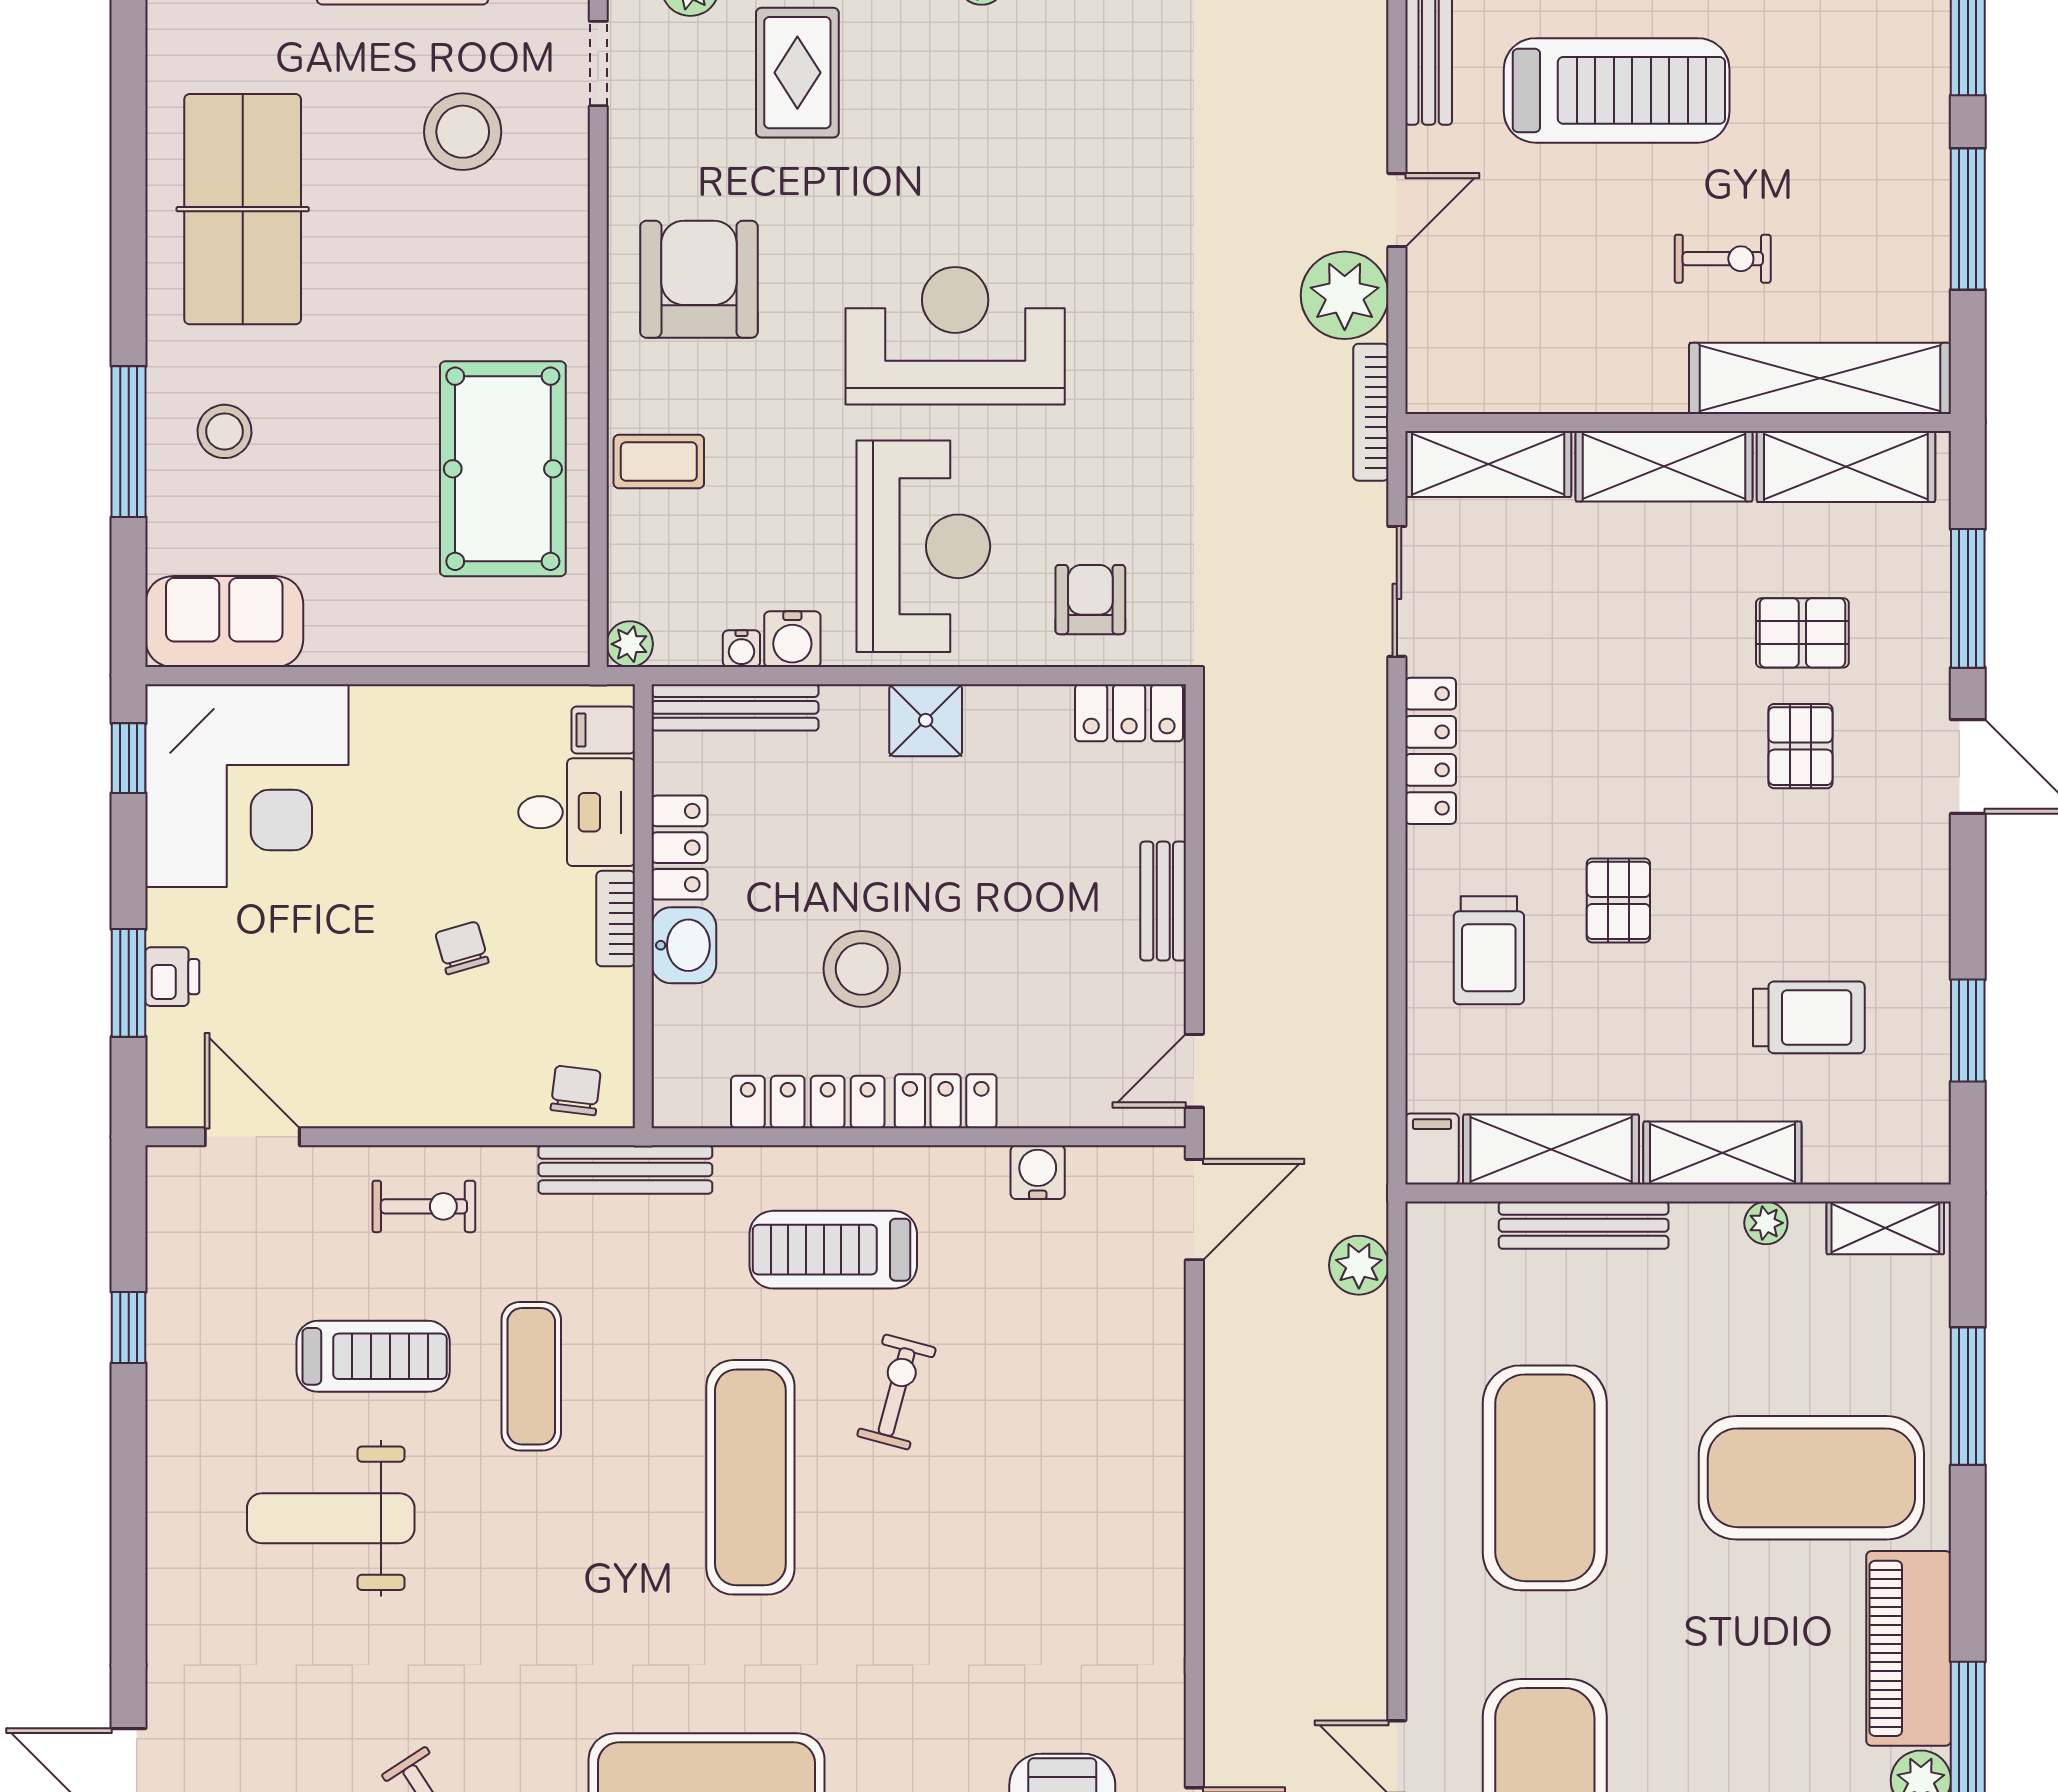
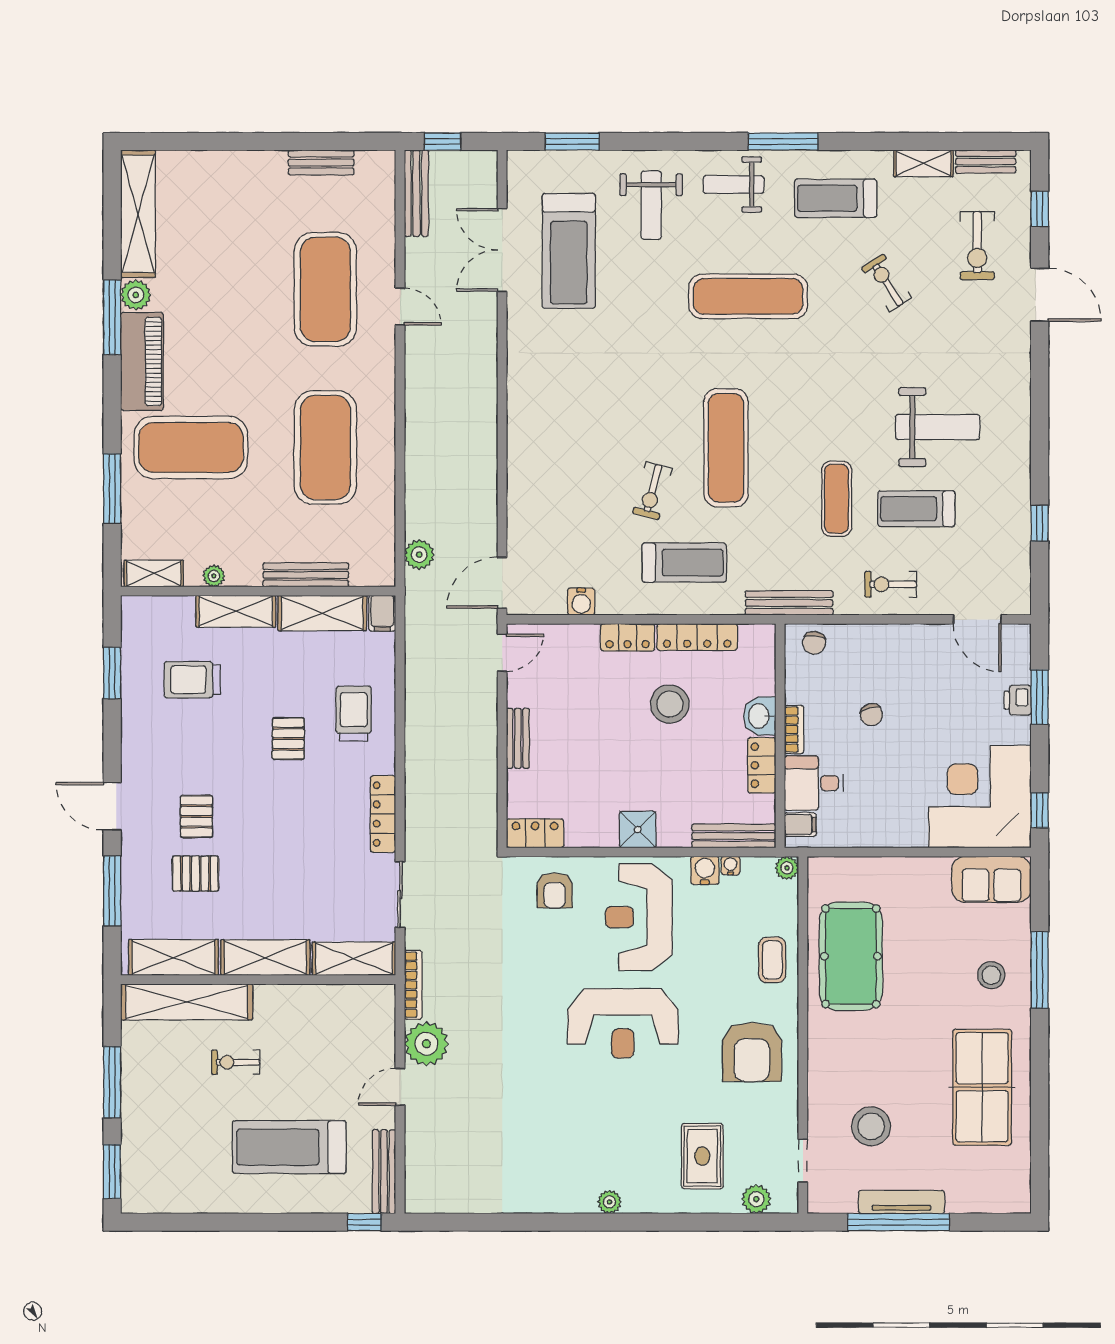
coffee table: (659, 462) -> (772, 960), turned 90

